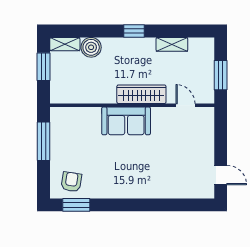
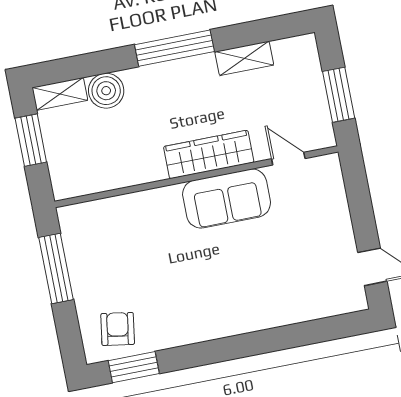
window: (134, 31) -> (174, 48), width x2.17
sofa: (126, 121) -> (227, 199), moved

